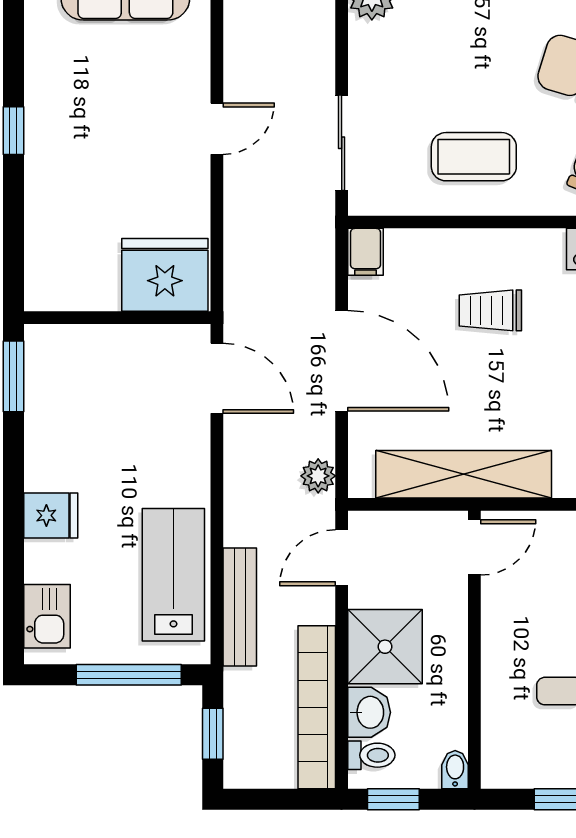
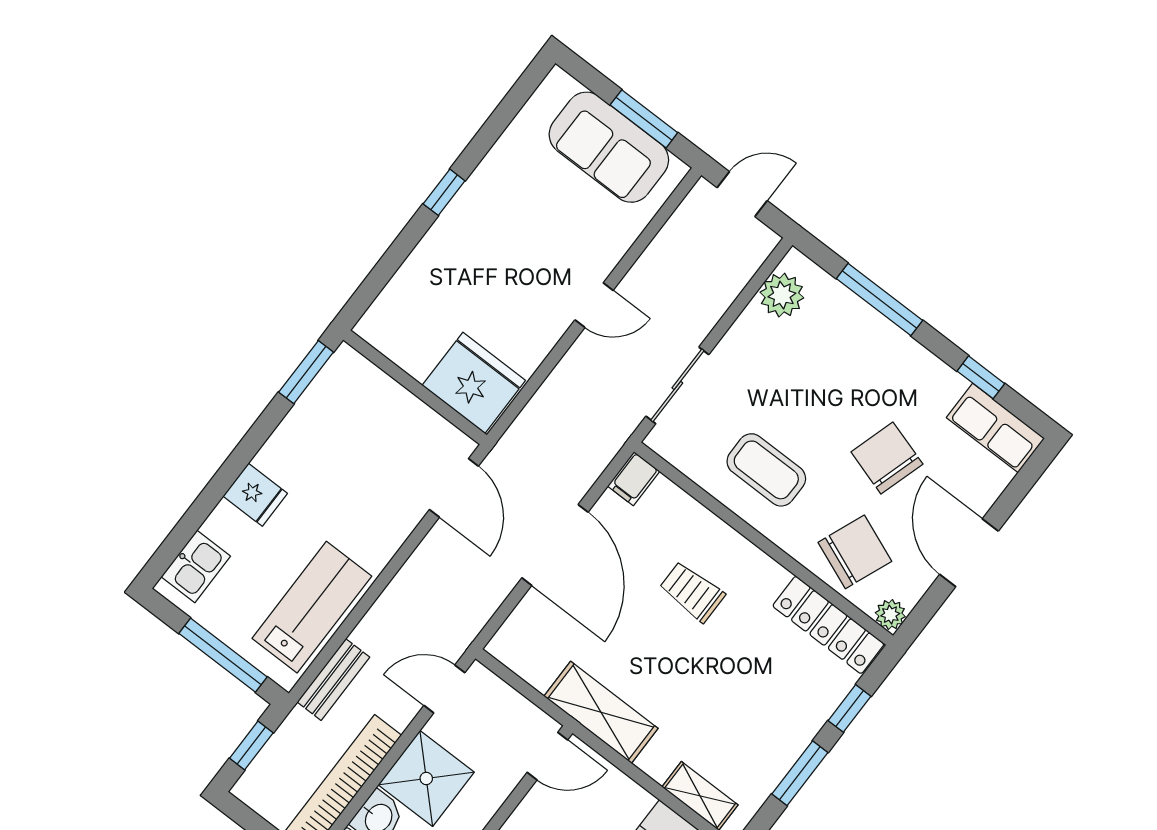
shelving: (464, 474) -> (601, 712), width x0.68
plant: (318, 476) -> (473, 616), removed
bench: (240, 607) -> (333, 680), width x0.73

